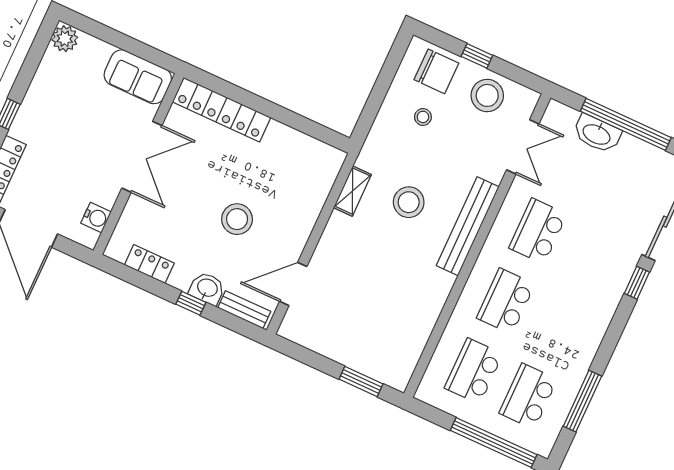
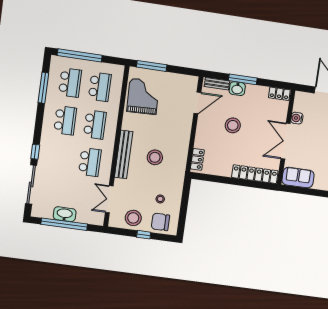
washbasin: (597, 134) -> (65, 214), moved
locker: (327, 173) -> (197, 159), added
shelving: (352, 191) -> (183, 155), removed
water cooler: (96, 217) -> (297, 118), moved
locker: (149, 264) -> (279, 94), moved
window: (191, 303) -> (243, 79), width x2.17
school desk: (560, 326) -> (65, 120), added
grand piano: (396, 328) -> (143, 96), added
window: (361, 382) -> (152, 66), width x1.44

